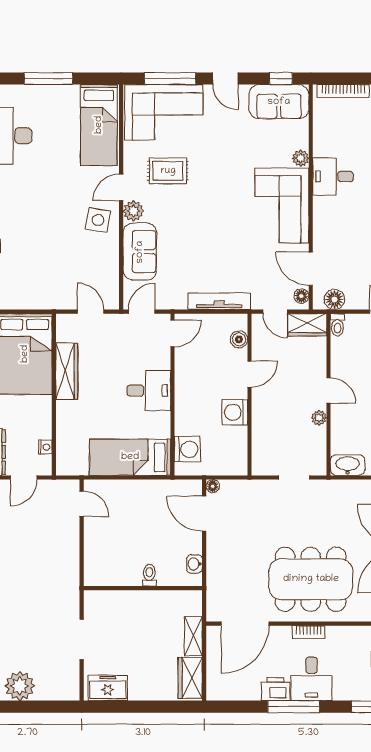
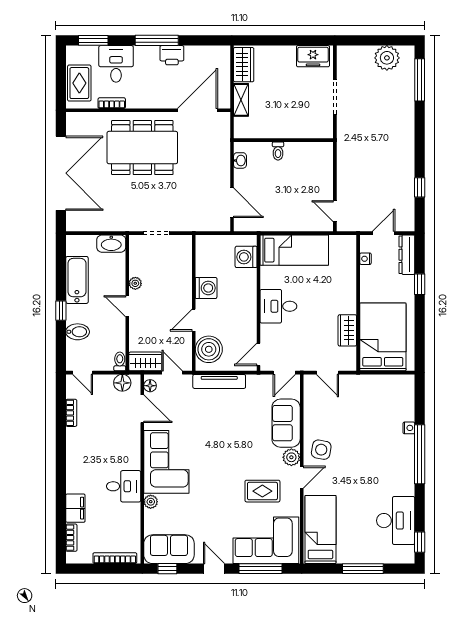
boiler: (239, 339) -> (209, 349), width x1.86, depth x1.86
wardrobe: (67, 371) -> (347, 330), width x0.67
floor lamp: (213, 486) -> (225, 226), removed
bookcase: (309, 632) -> (112, 103), moved
desk: (311, 679) -> (116, 64), moved

